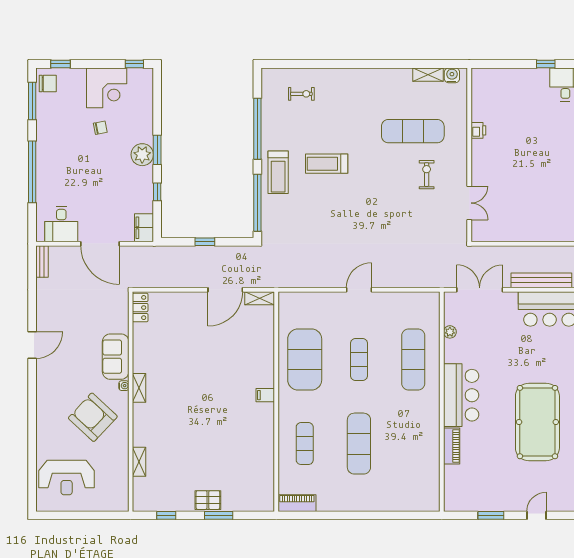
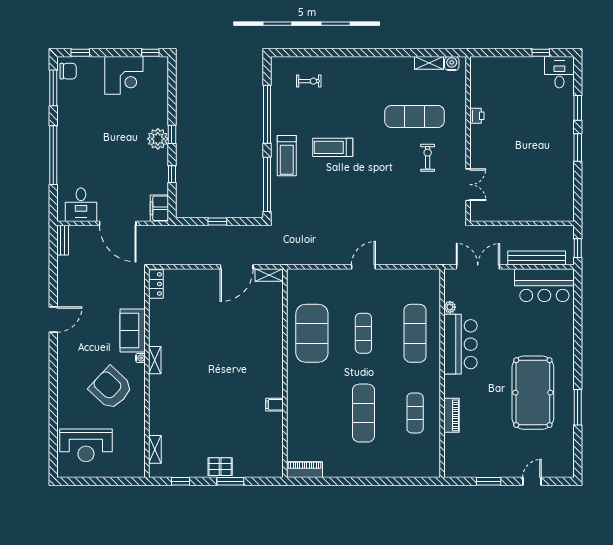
chair: (100, 128) -> (118, 113), removed
window: (157, 150) -> (172, 134), width x0.67
filing cabinet: (265, 395) -> (275, 405), moved
bar counter: (461, 395) -> (460, 344), moved
exercise mat: (305, 444) -> (415, 413), moved
shelving: (139, 462) -> (155, 449), moved

